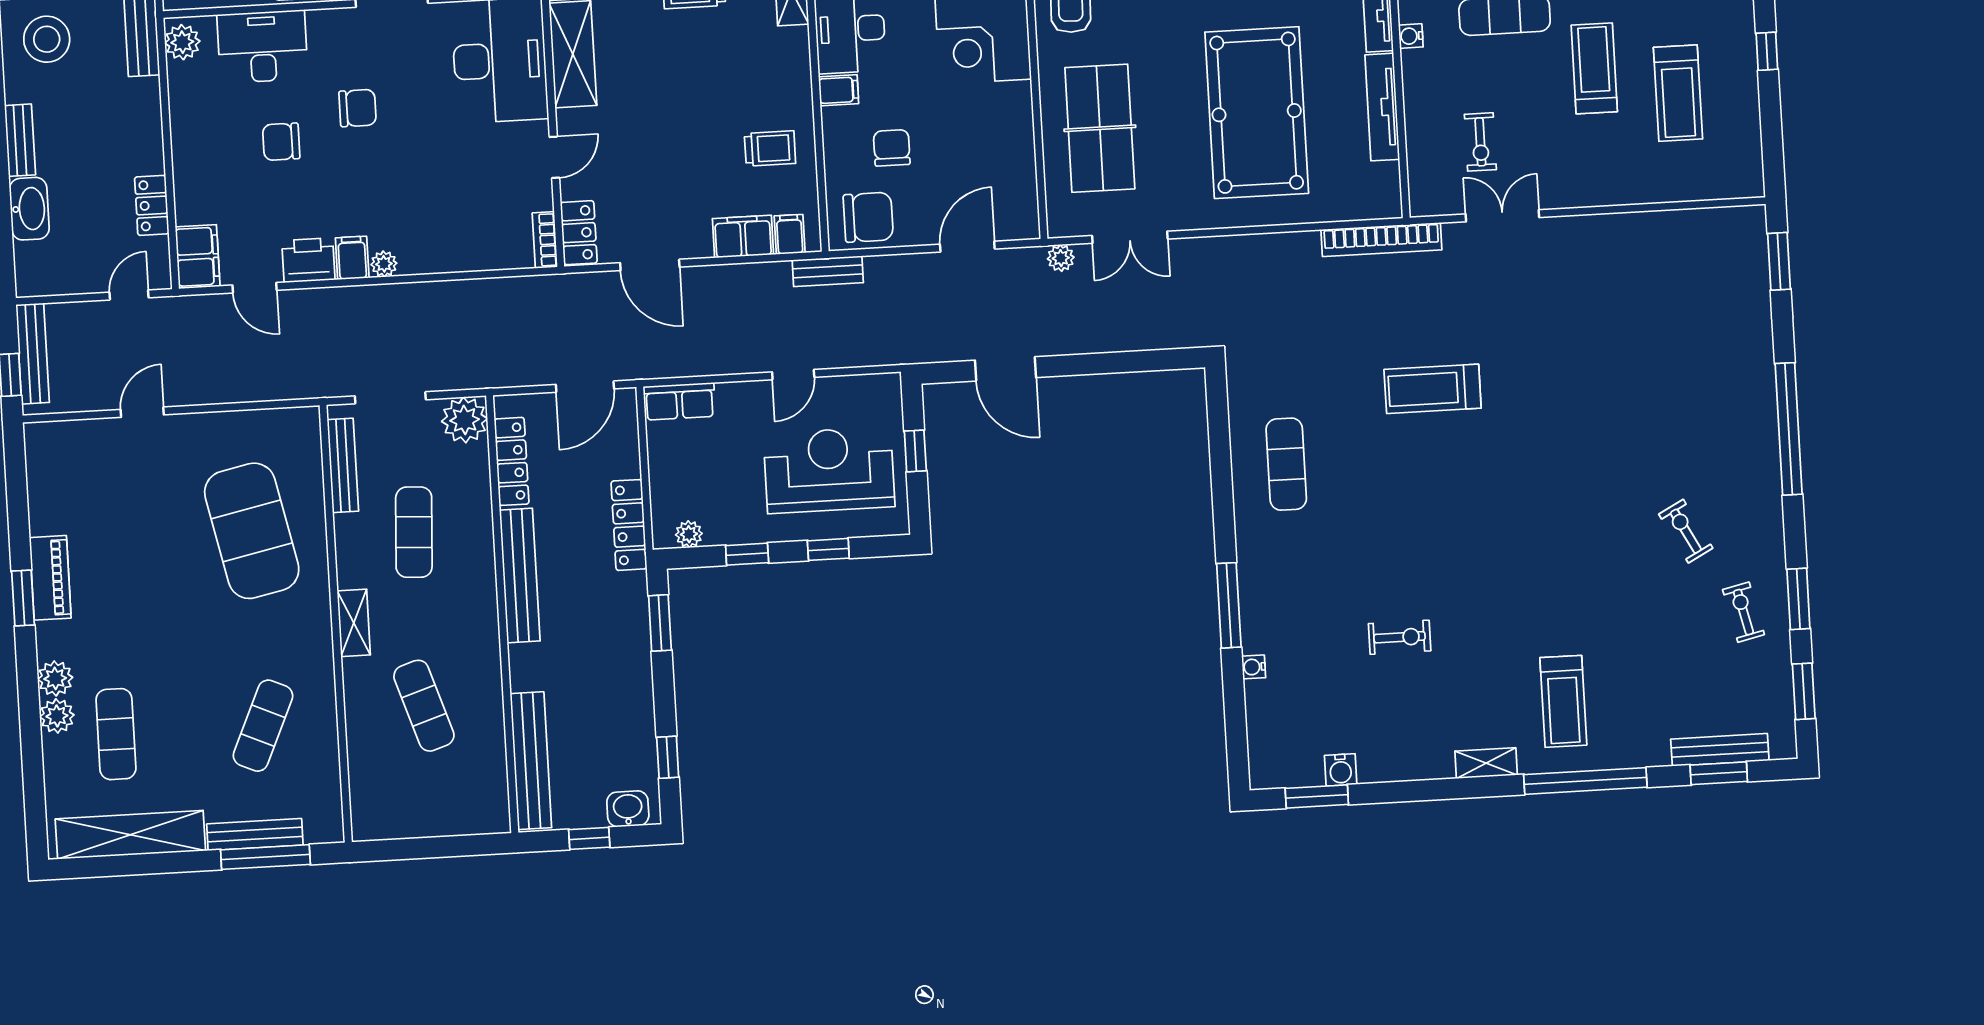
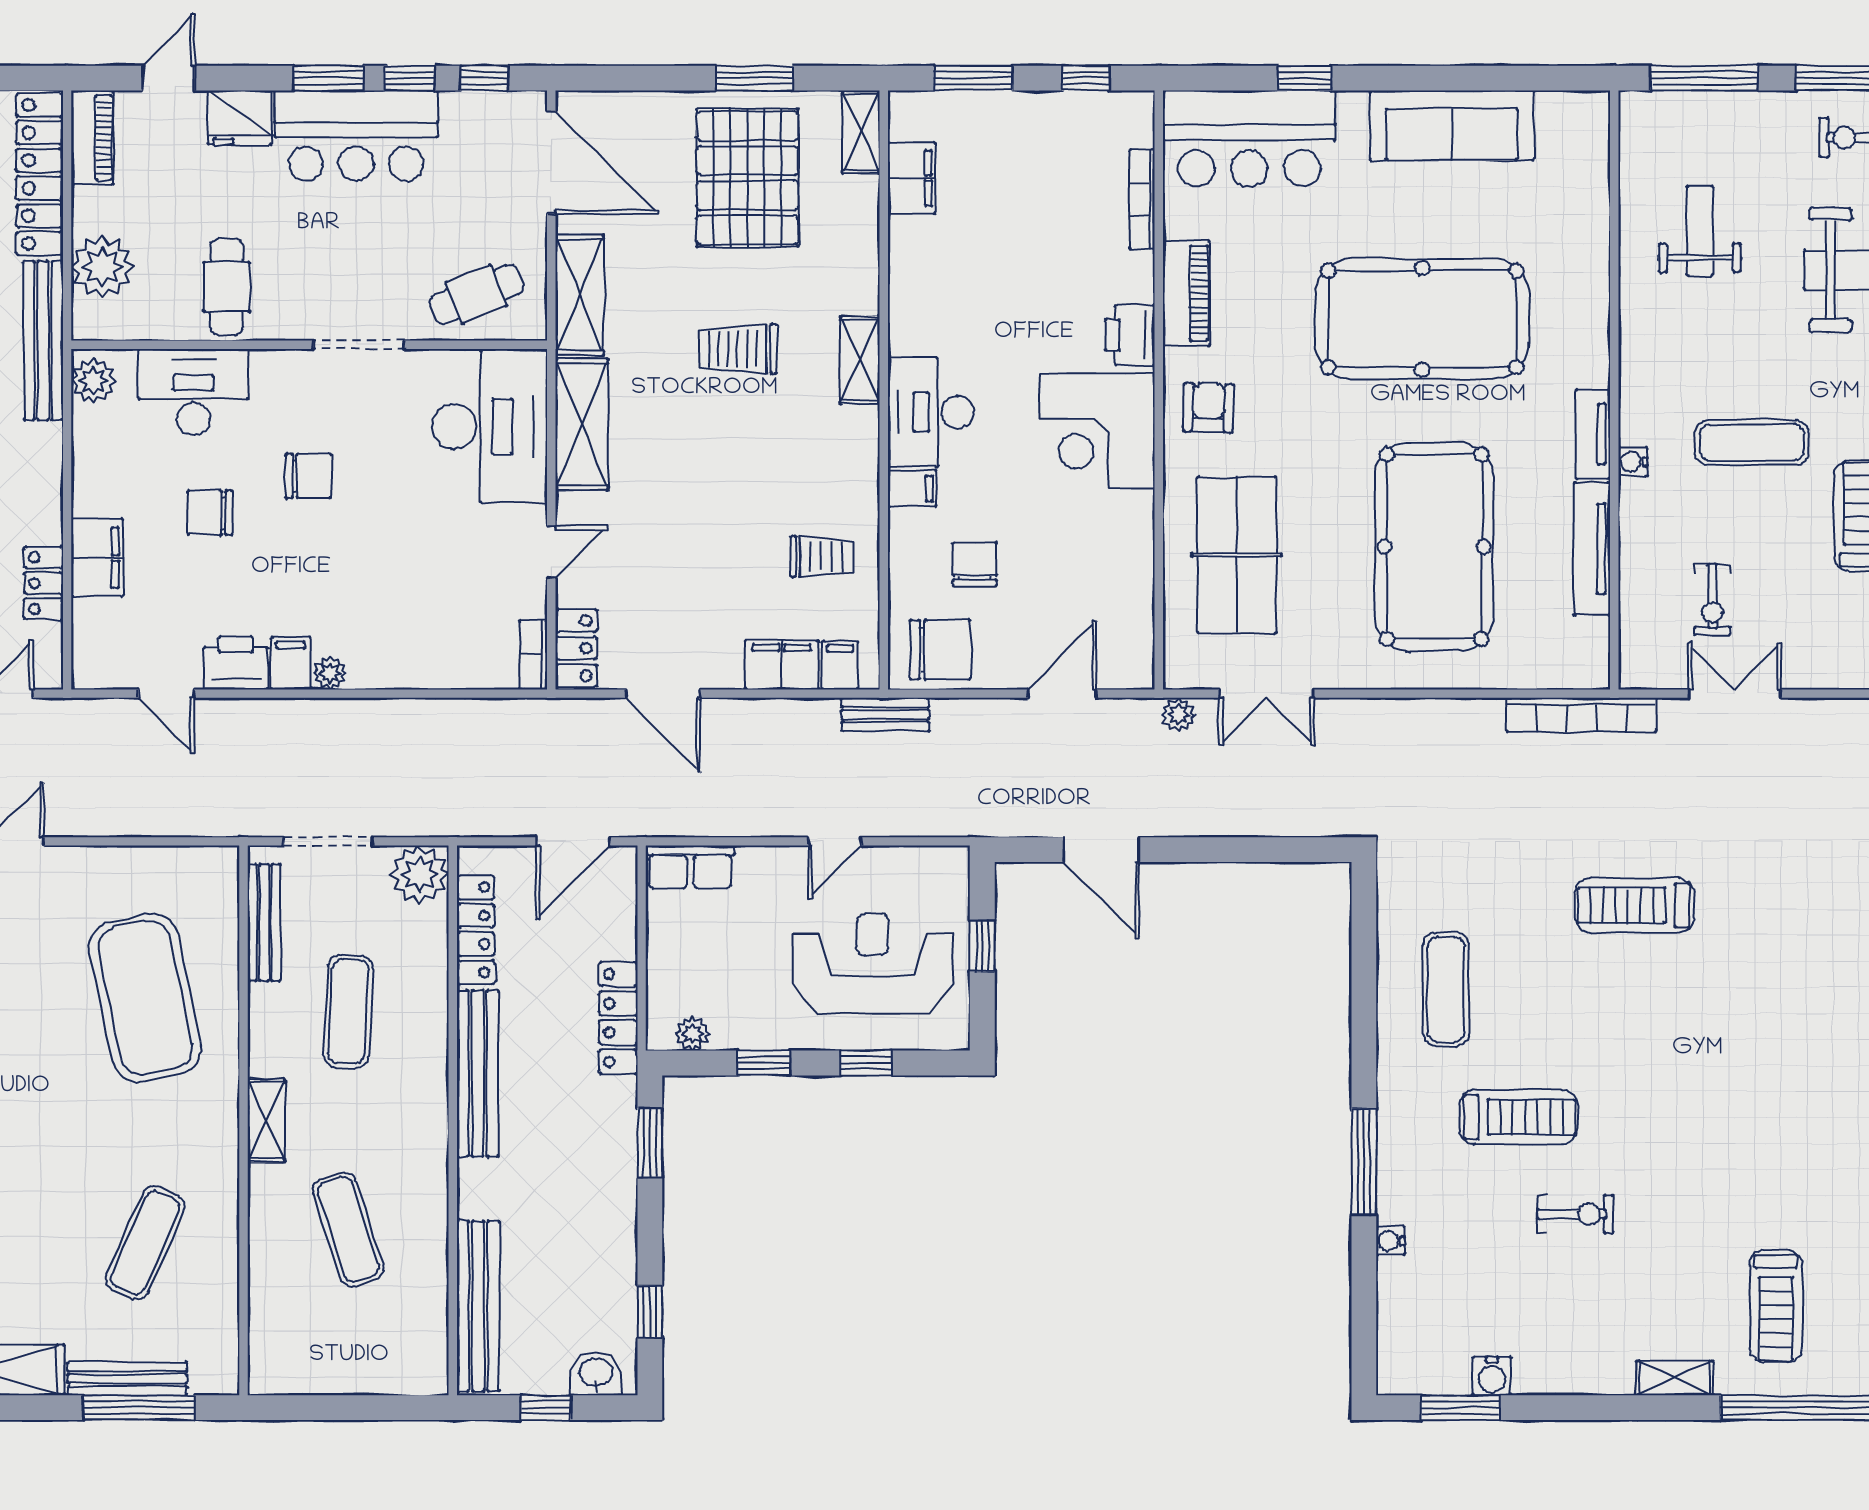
filing cabinet: (198, 257) -> (97, 558), moved
treadmill: (1350, 563) -> (1518, 1117), added

